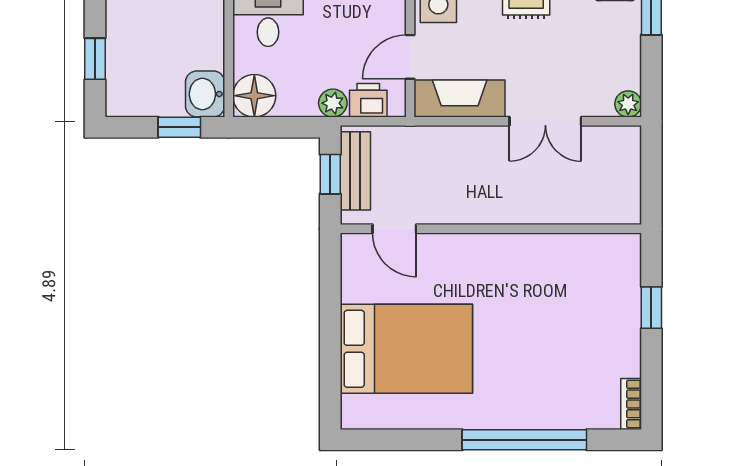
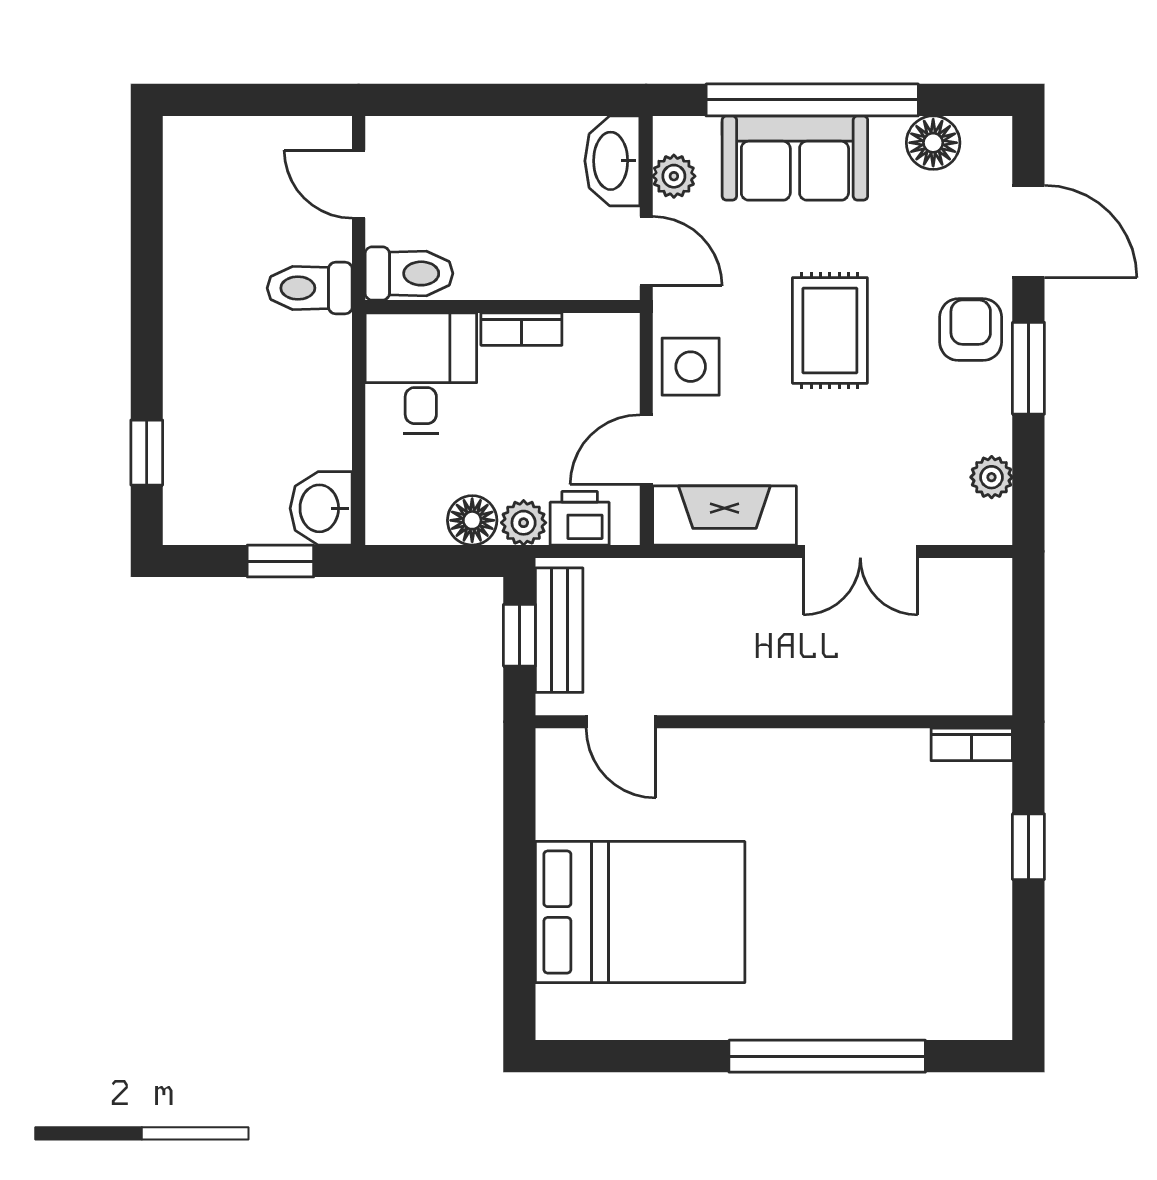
floor lamp: (254, 96) -> (472, 520), moved, width x0.73, depth x0.73
plant: (628, 104) -> (992, 477), moved
bookcase: (631, 404) -> (972, 744), moved, turned -90

